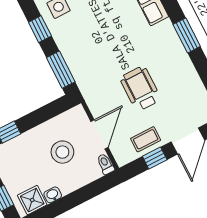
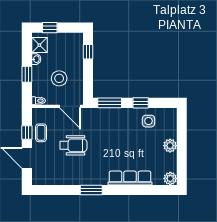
door: (100, 134) -> (70, 106), moved
window: (79, 197) -> (27, 74), added

